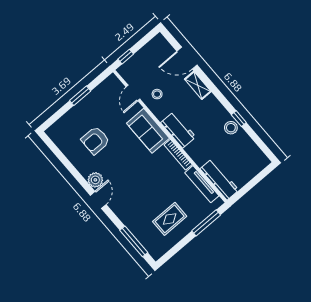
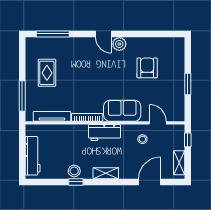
shelving: (151, 48) -> (179, 163), added
shelving: (198, 85) -> (106, 173), moved
workbench: (220, 179) -> (33, 156), moved, turned -90

